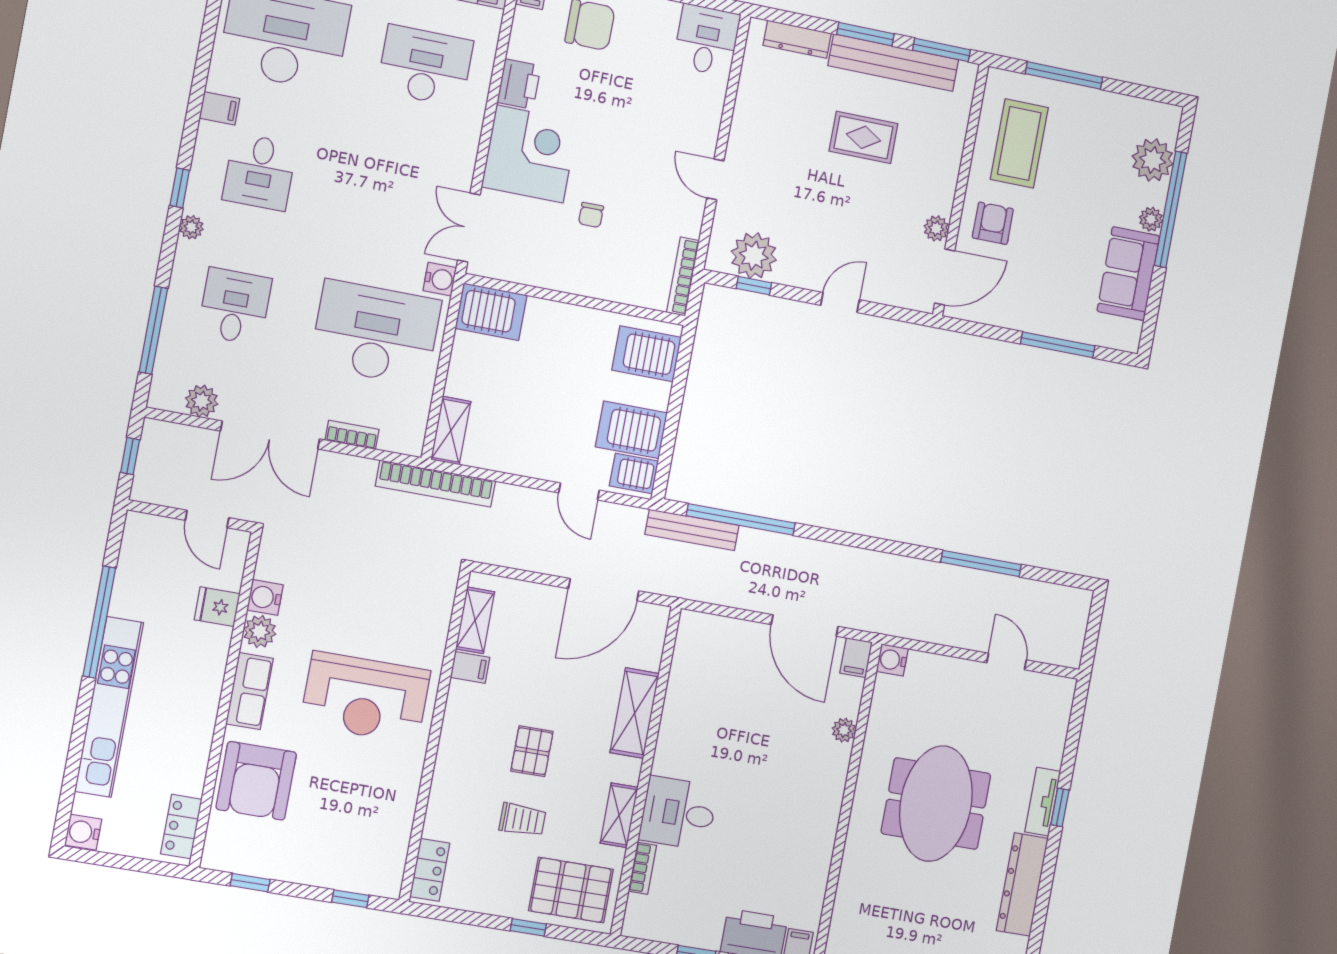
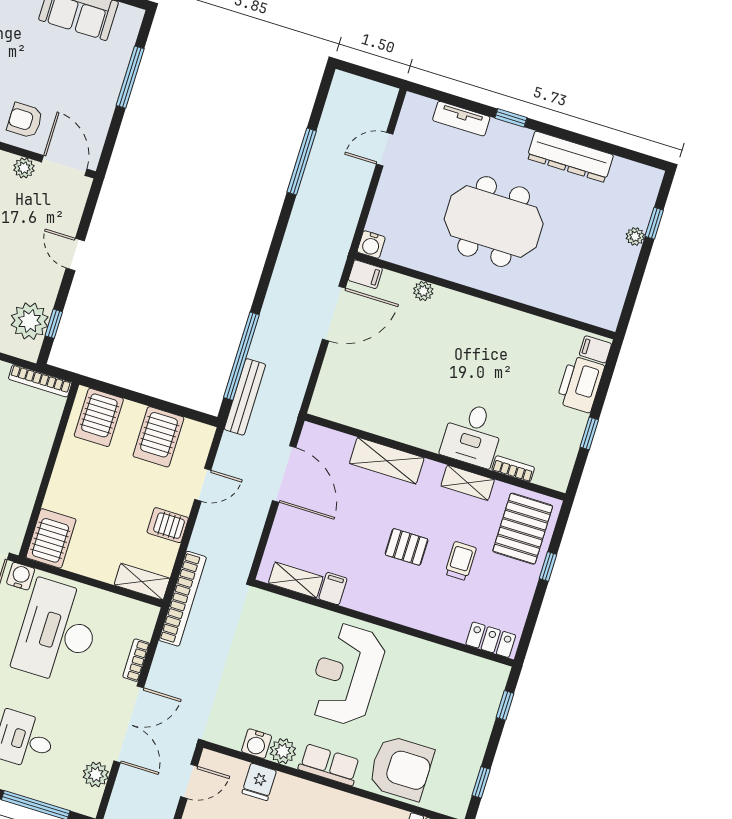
server rack: (634, 474) -> (168, 525), moved, turned 90
reception desk: (365, 698) -> (346, 674), turned 180
tv unit: (1043, 802) -> (461, 119), moved

